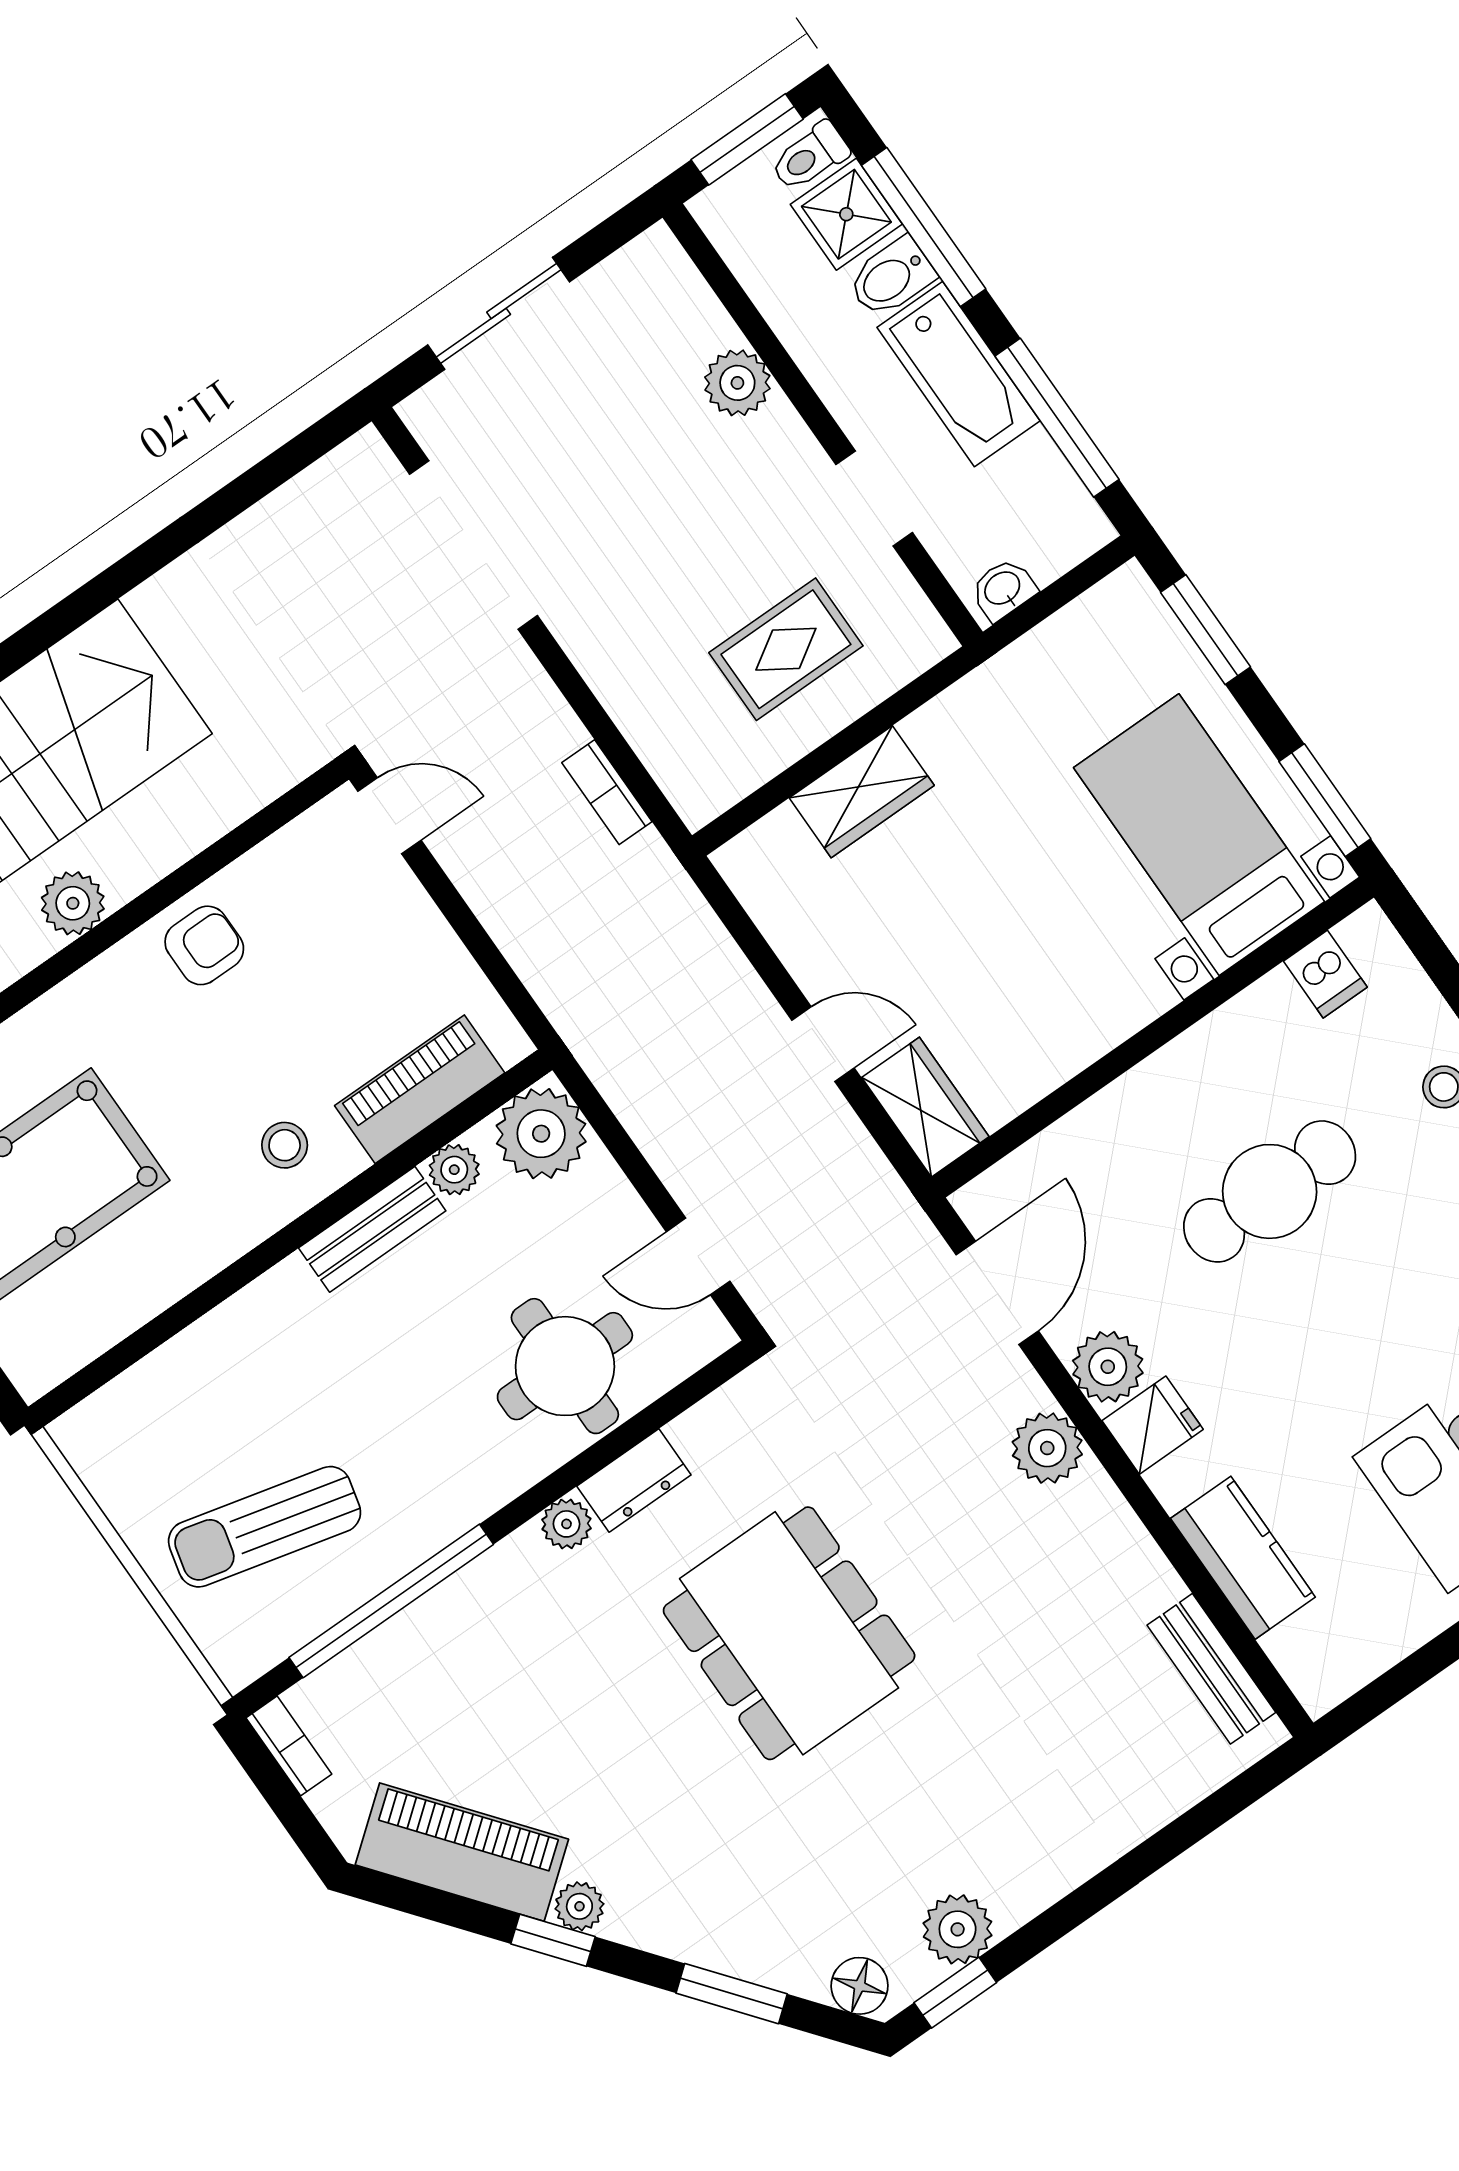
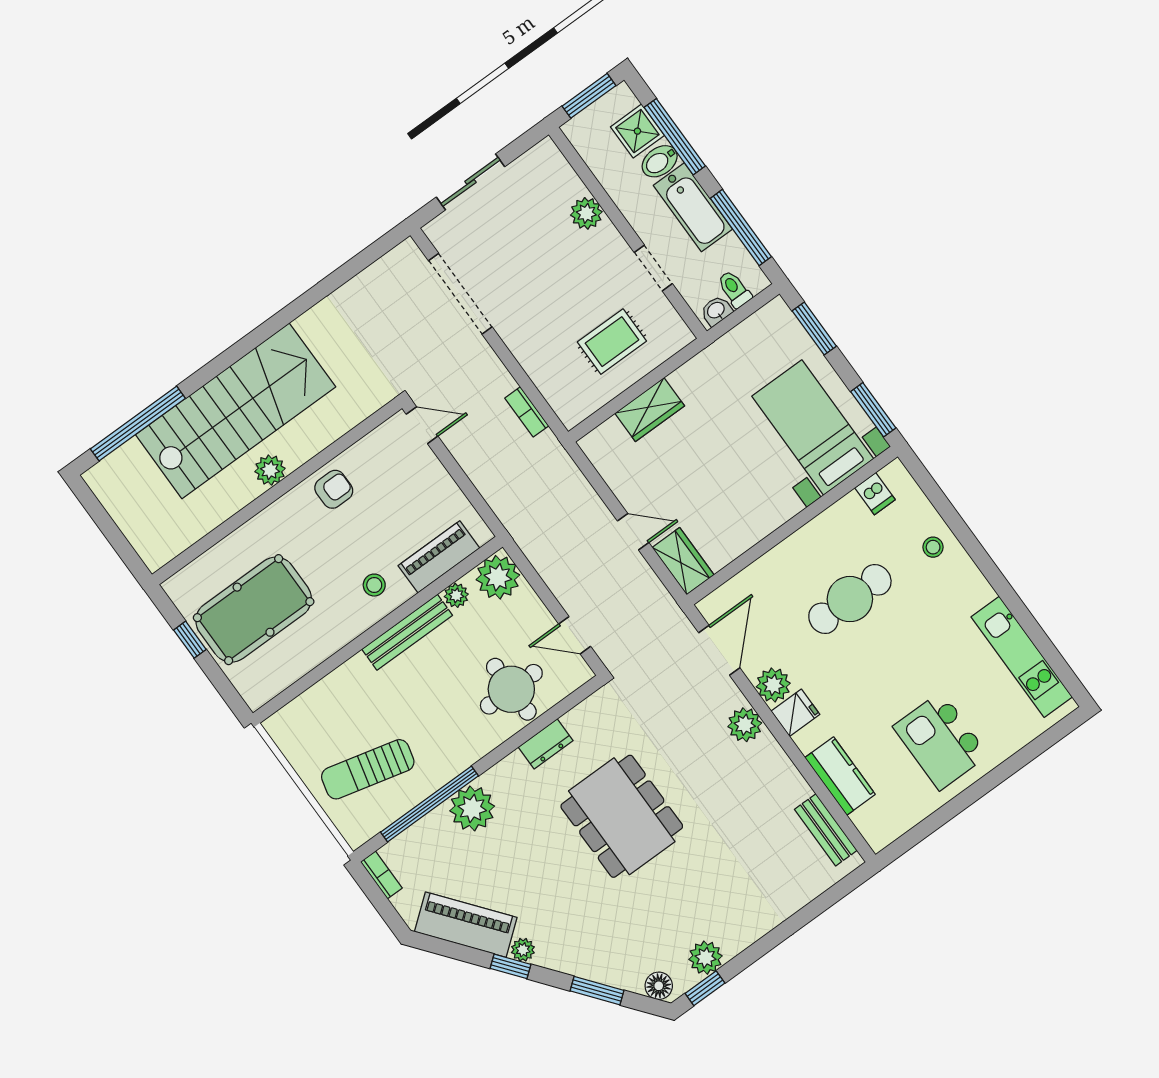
toilet: (810, 157) -> (734, 289), moved, turned 90
bench: (372, 1229) -> (407, 632), width x1.36
plant: (566, 1524) -> (472, 808), moved, width x1.87, depth x1.87

